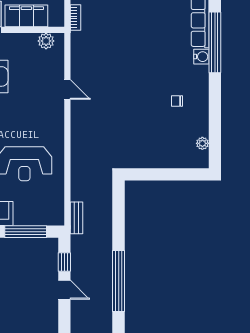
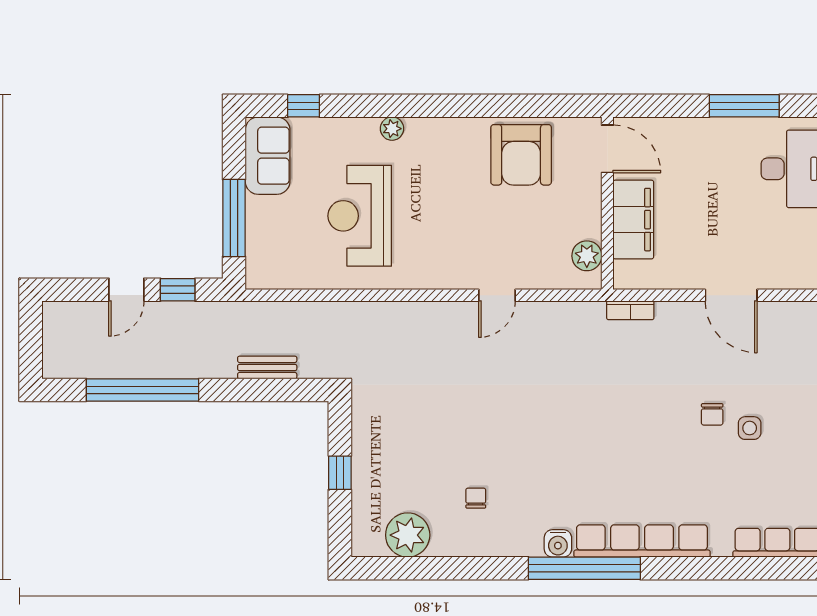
plant: (202, 143) -> (408, 535), width x1.88, depth x1.88
window: (163, 174) -> (340, 473), added
bench: (76, 218) -> (267, 367), moved

